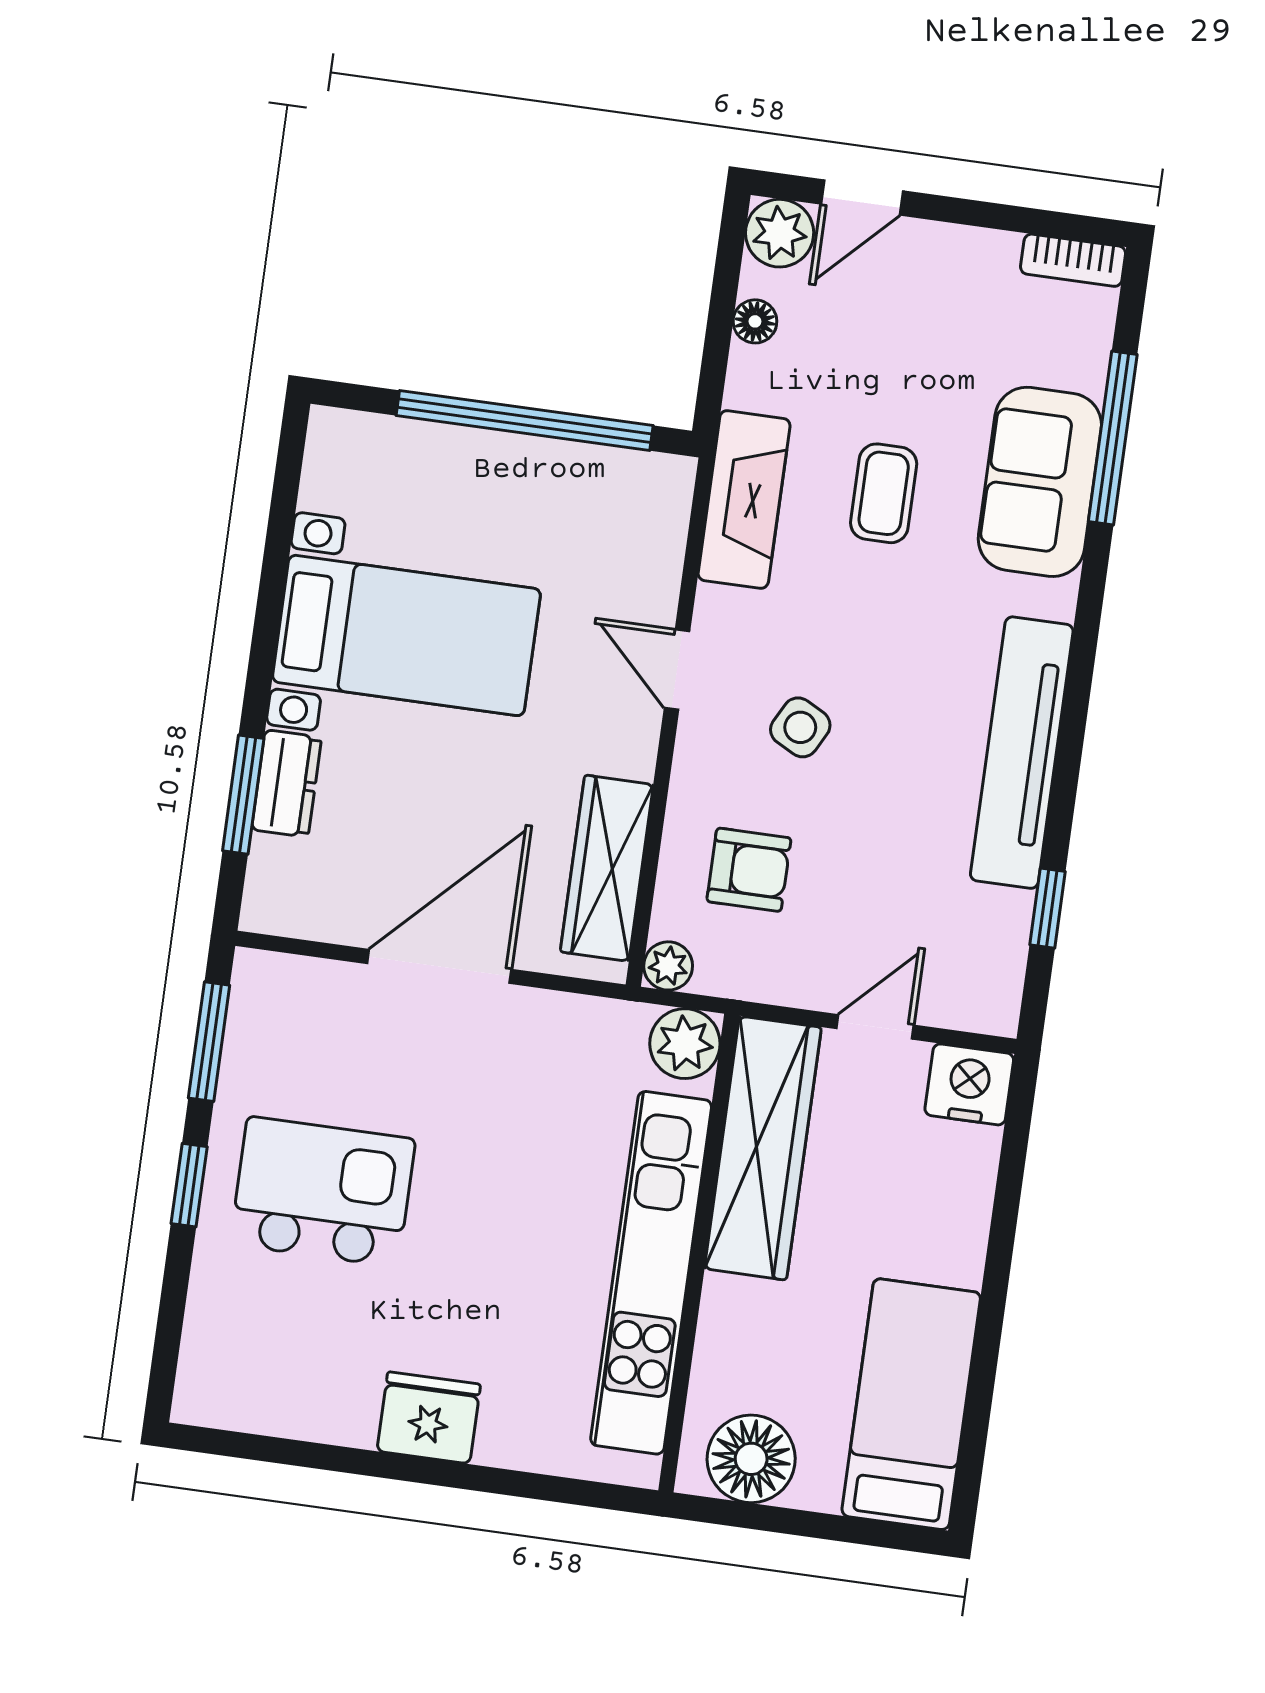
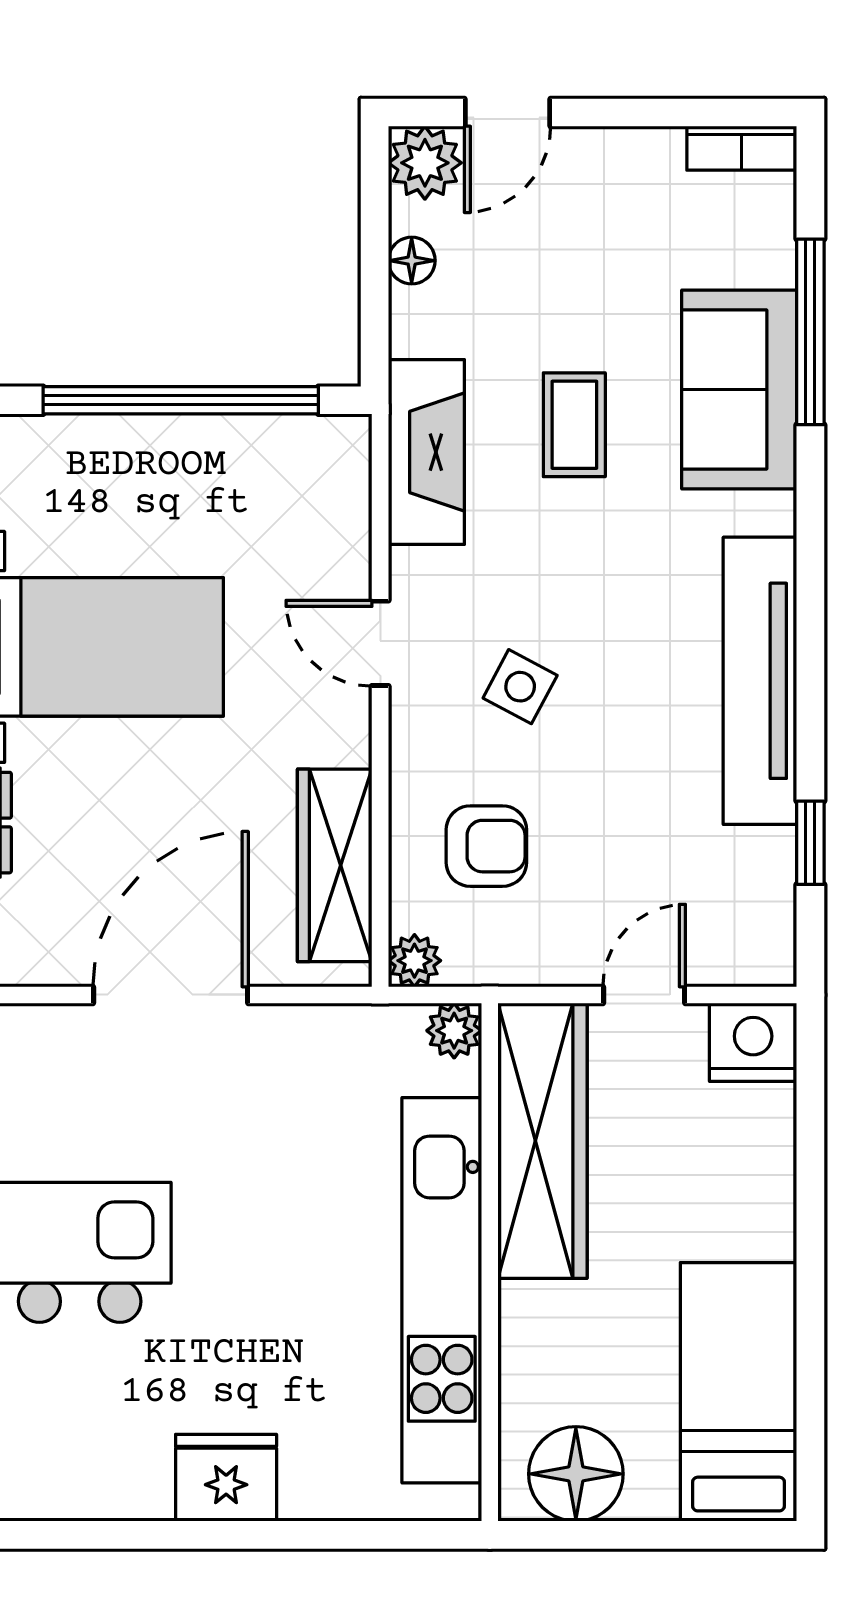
plant: (685, 1044) -> (454, 1031), width x0.73, depth x0.73

